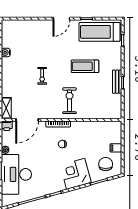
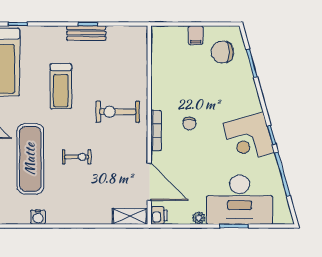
exercise mat: (41, 48) -> (30, 159), added
corner desk: (76, 174) -> (249, 138), moved

